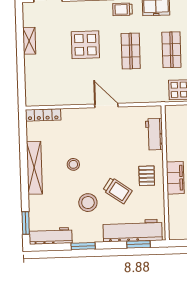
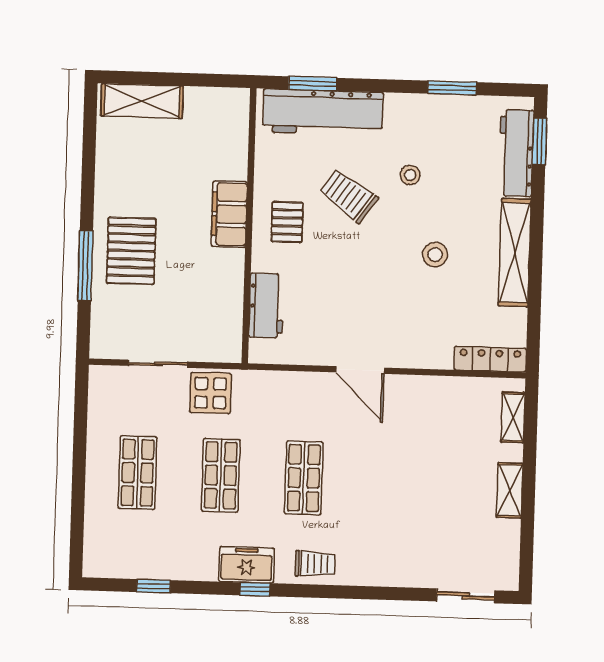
shelving: (29, 41) -> (510, 490), moved
display table: (85, 45) -> (395, 497), removed
shelving: (30, 87) -> (513, 417), added
stool: (88, 203) -> (410, 175), width x0.53, depth x0.53
workbench: (51, 236) -> (516, 153), moved, turned 90
window: (83, 246) -> (452, 88), moved

